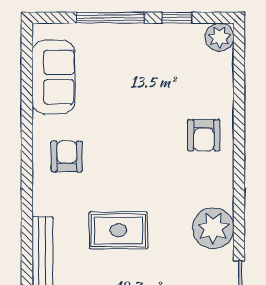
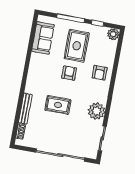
rug: (137, 81) -> (77, 46), added
armchair: (67, 156) -> (69, 73), moved

